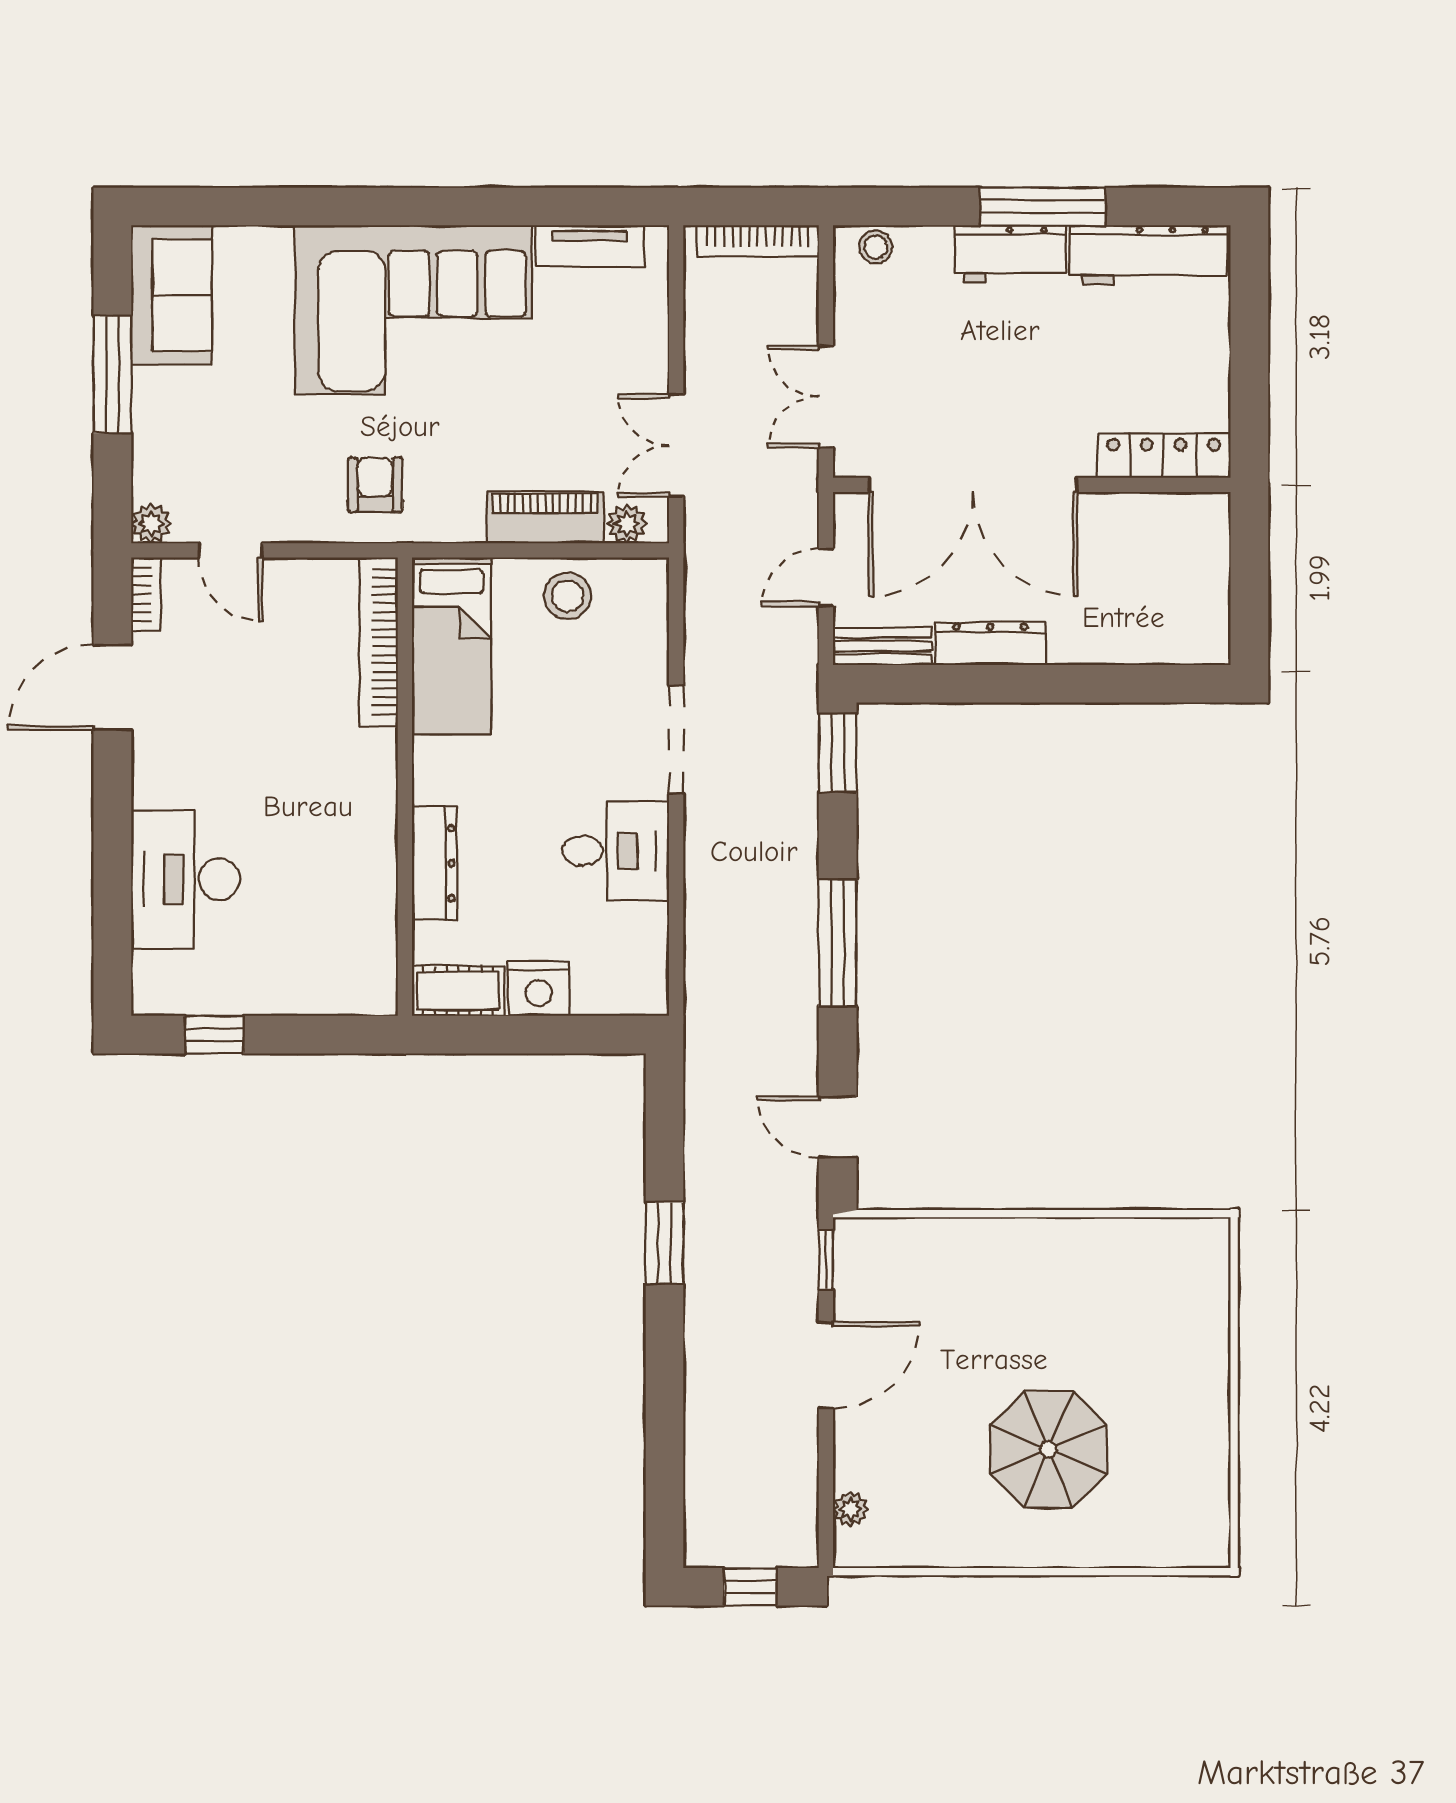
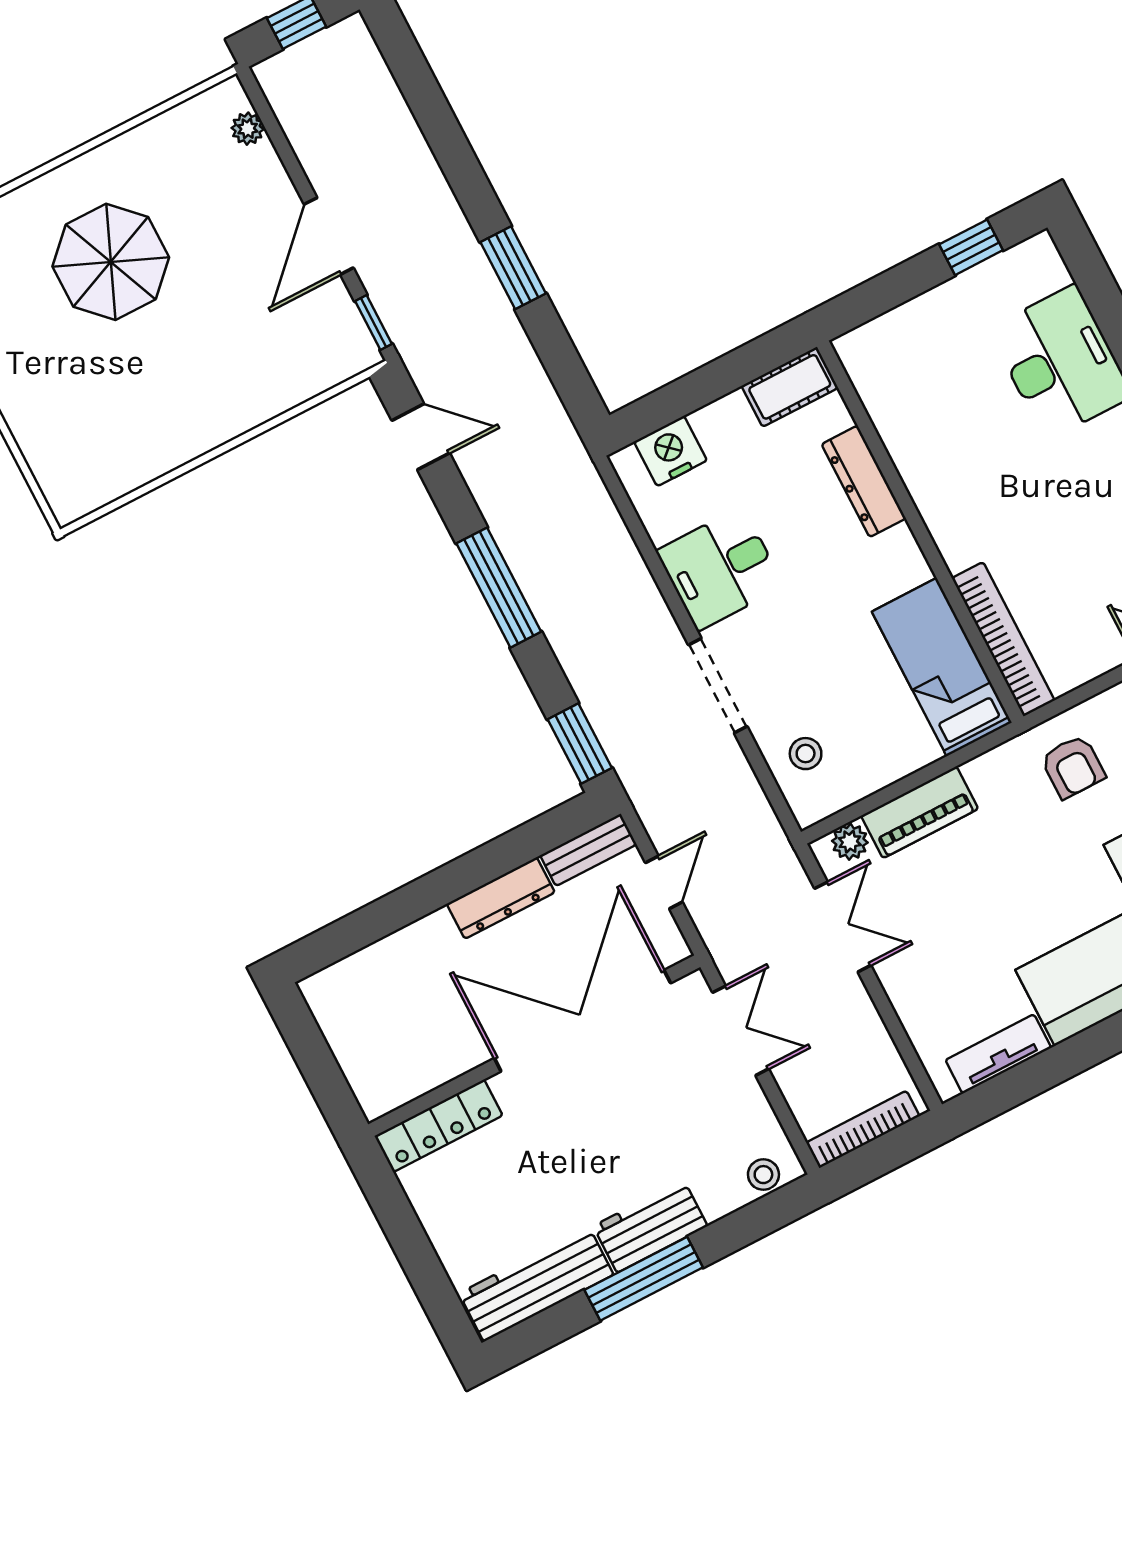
stool: (568, 596) -> (806, 754), moved, width x0.73, depth x0.73
nightstand: (539, 989) -> (671, 451), moved

